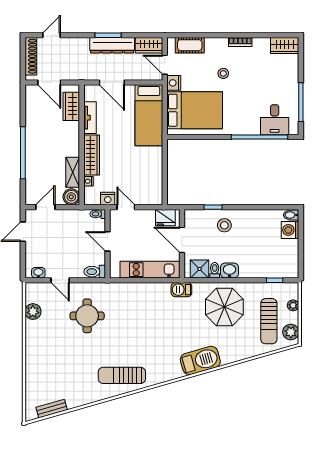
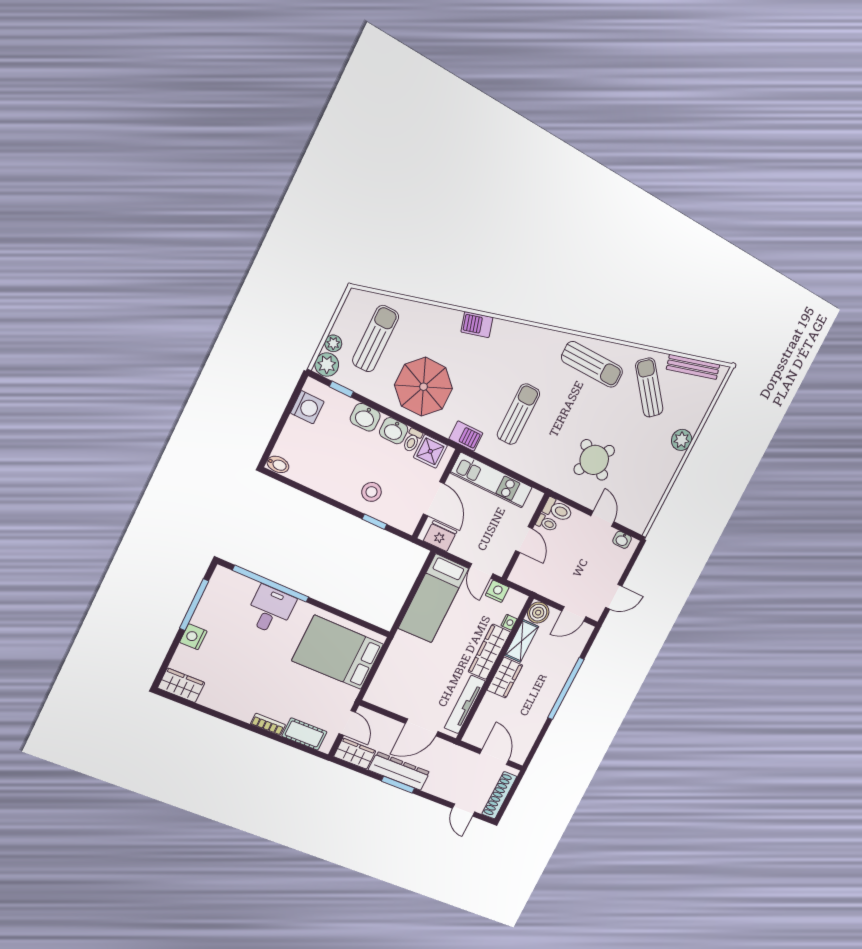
door: (51, 35) -> (464, 810), hinge flipped
bookcase: (240, 42) -> (268, 724), moved
stool: (223, 73) -> (279, 683), removed
door: (112, 82) -> (422, 727), swing flipped
nightstand: (174, 83) -> (193, 637), moved, turned 180
wardrobe: (71, 106) -> (505, 678), moved
bed: (149, 115) -> (433, 598), moved, turned 180
tv unit: (90, 118) -> (465, 704), width x1.41
desk: (275, 120) -> (270, 610), moved
toilet: (98, 214) -> (547, 523), moved
washing machine: (290, 230) -> (307, 407), moved
washbasin: (251, 270) -> (365, 417), added
plant: (33, 312) -> (682, 440), moved
round table: (87, 316) -> (594, 460), turned 33
sun lounger: (154, 320) -> (518, 414), added
plant: (291, 332) -> (327, 365), moved
barbecue: (200, 361) -> (477, 325), width x0.53, depth x0.65
sun lounger: (75, 380) -> (649, 388), added
bench: (52, 409) -> (693, 367), width x1.36

